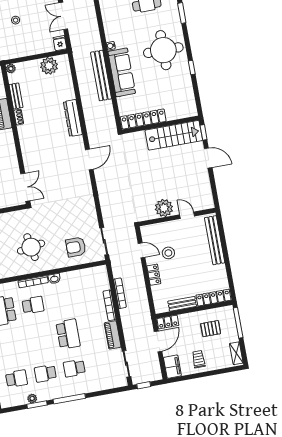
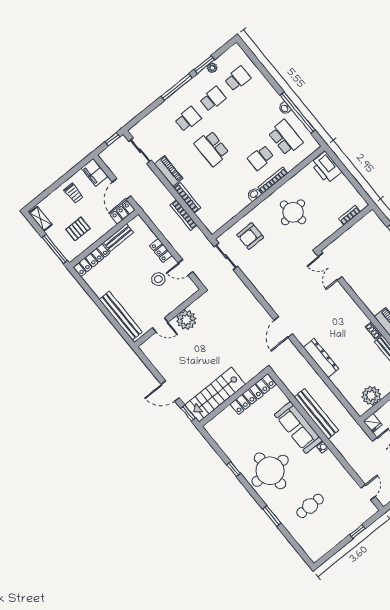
armchair: (76, 247) -> (250, 236), turned 180
school desk: (17, 379) -> (238, 79), turned 180

